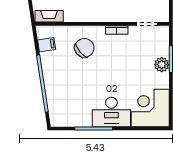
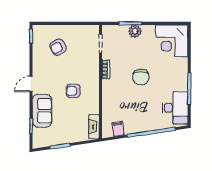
chair: (84, 48) -> (141, 77), moved, turned -139
desk: (111, 112) -> (175, 108), moved

